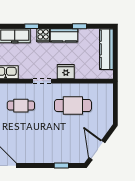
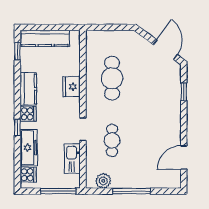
window: (80, 26) -> (17, 51), moved
doorway: (42, 81) -> (83, 129), moved
door: (97, 150) -> (165, 50), swing flipped

